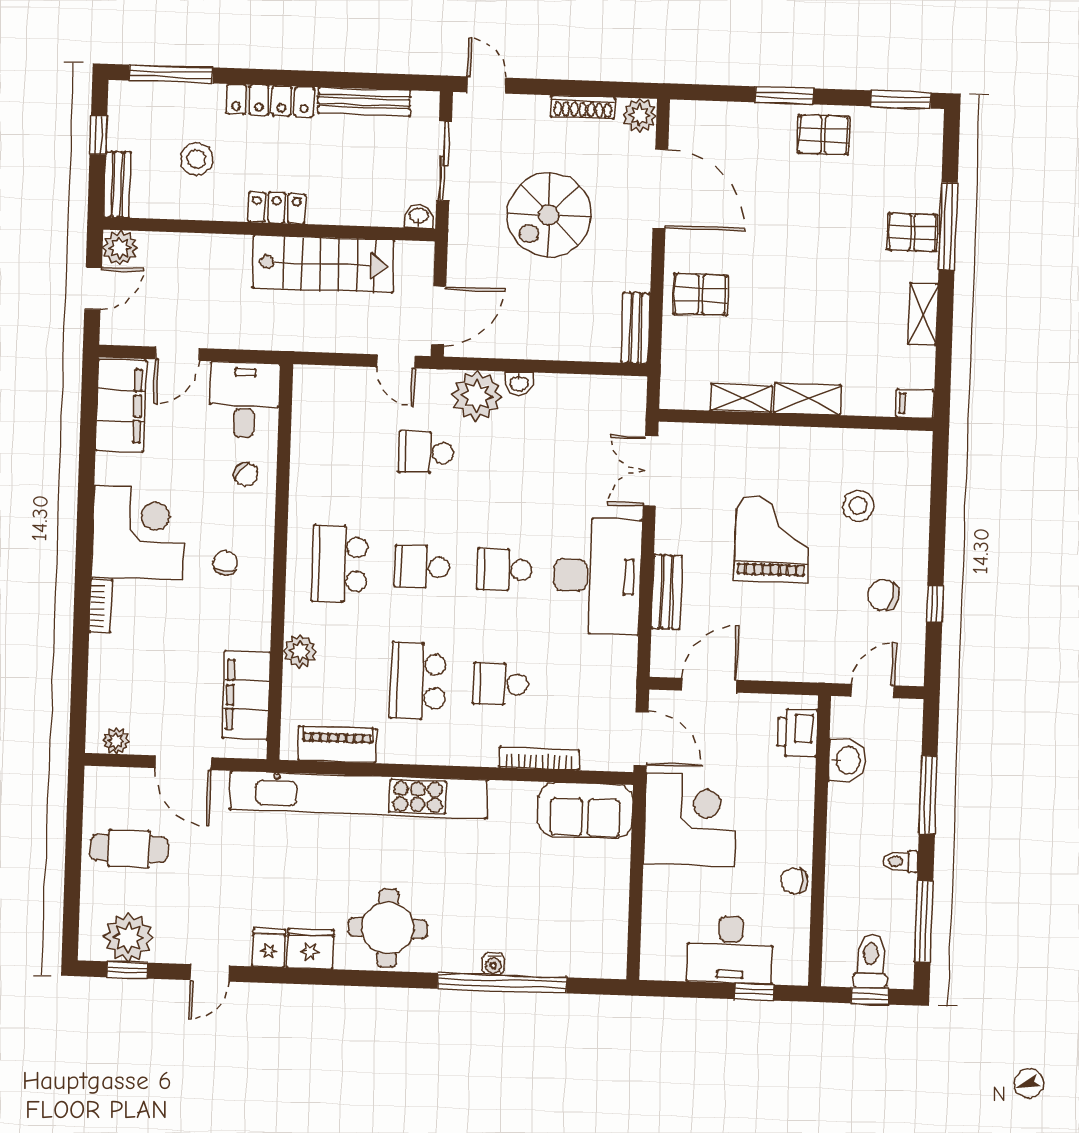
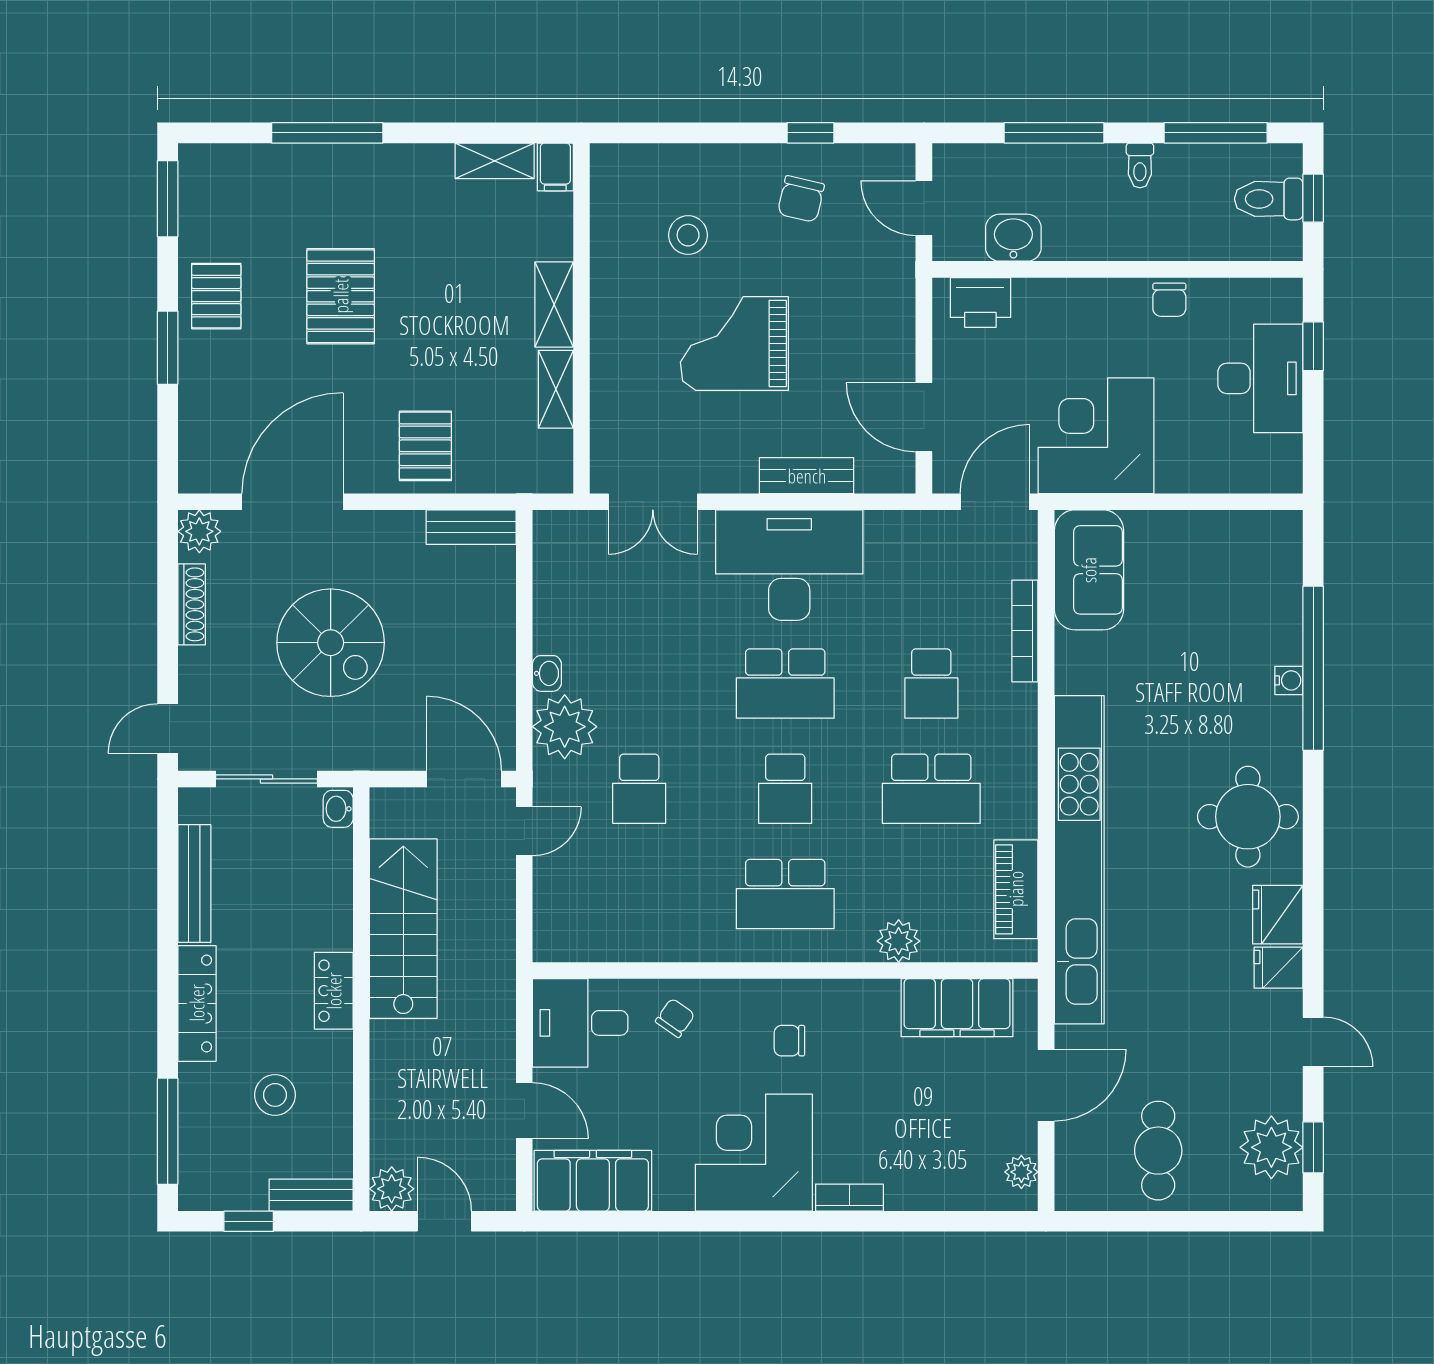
pallet: (912, 232) -> (341, 296), moved, width x1.50, depth x1.42
shelving: (923, 314) -> (495, 161), moved
school desk: (505, 570) -> (785, 684), width x1.85

